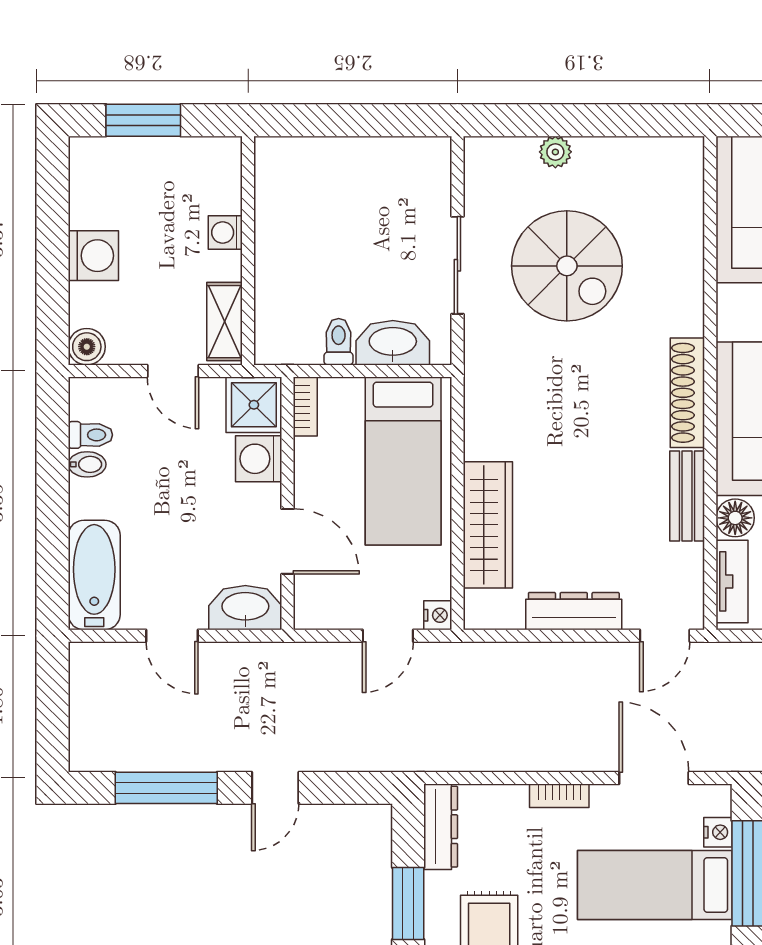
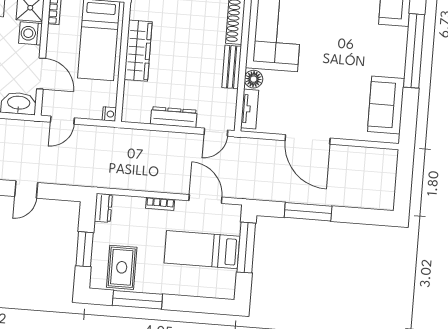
wardrobe: (488, 525) -> (138, 51), moved
door: (388, 636) -> (62, 120), moved
dresser: (441, 827) -> (103, 208), width x0.70
nightstand: (718, 832) -> (234, 227), removed

